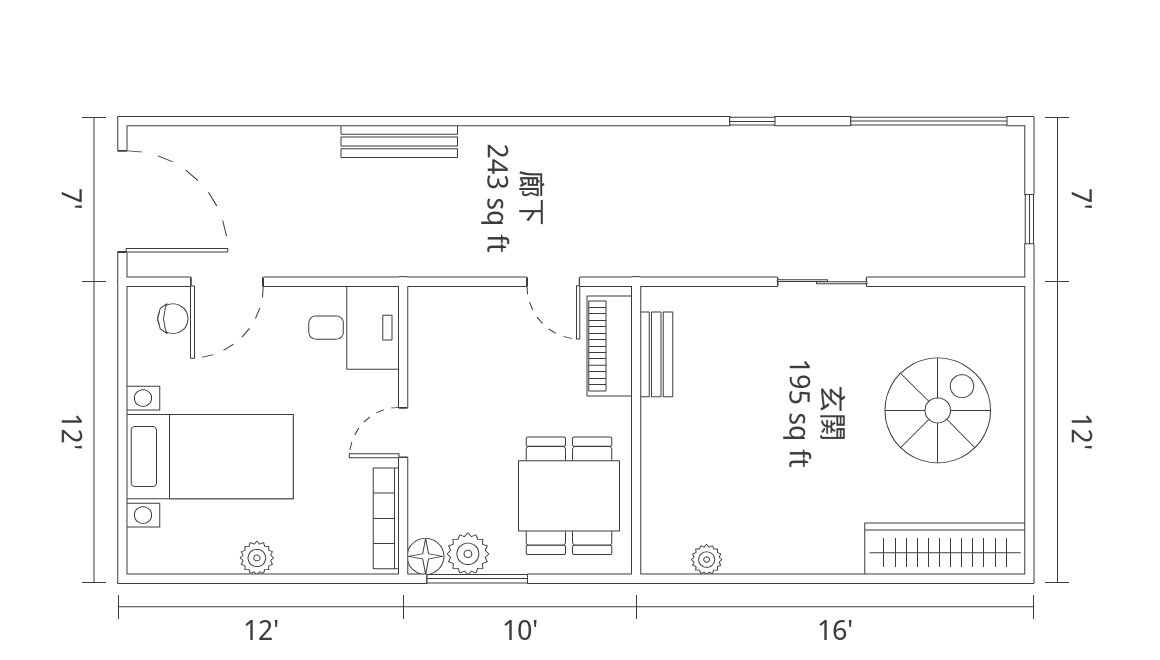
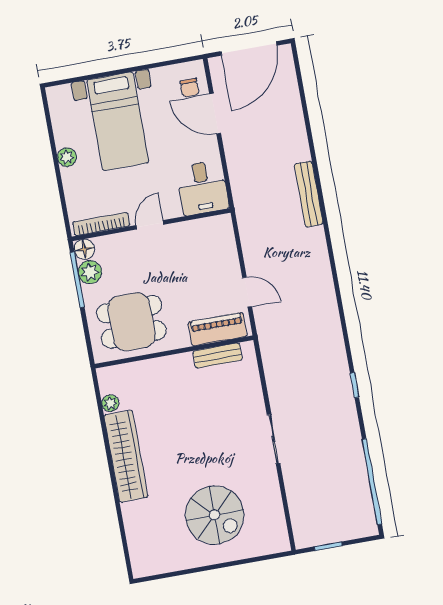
door: (553, 282) -> (247, 292), swing flipped
door: (403, 433) -> (150, 225), hinge flipped
wardrobe: (945, 549) -> (126, 456), moved

